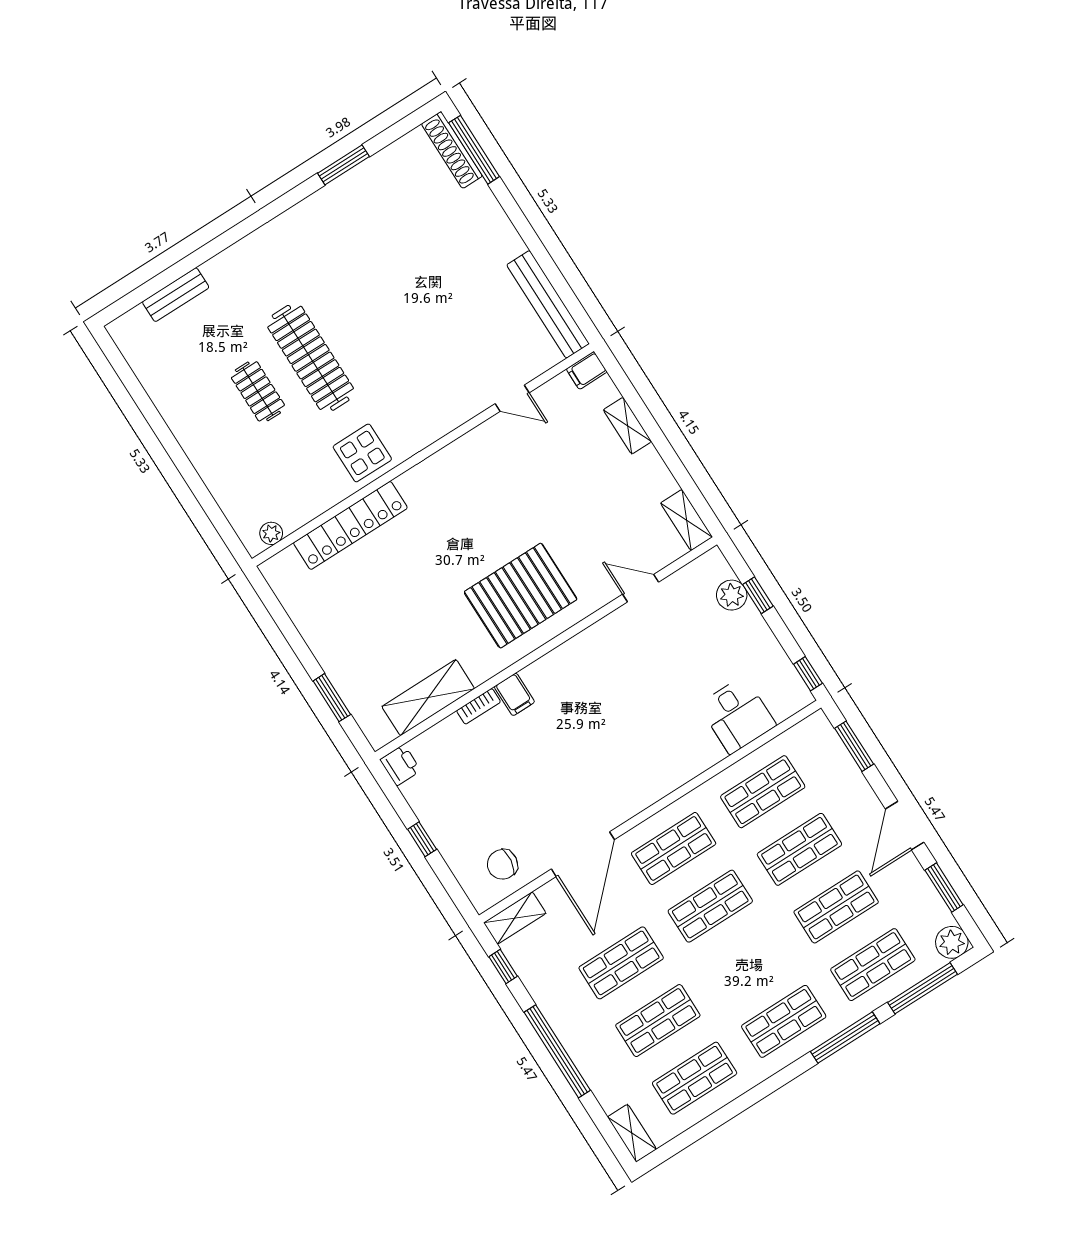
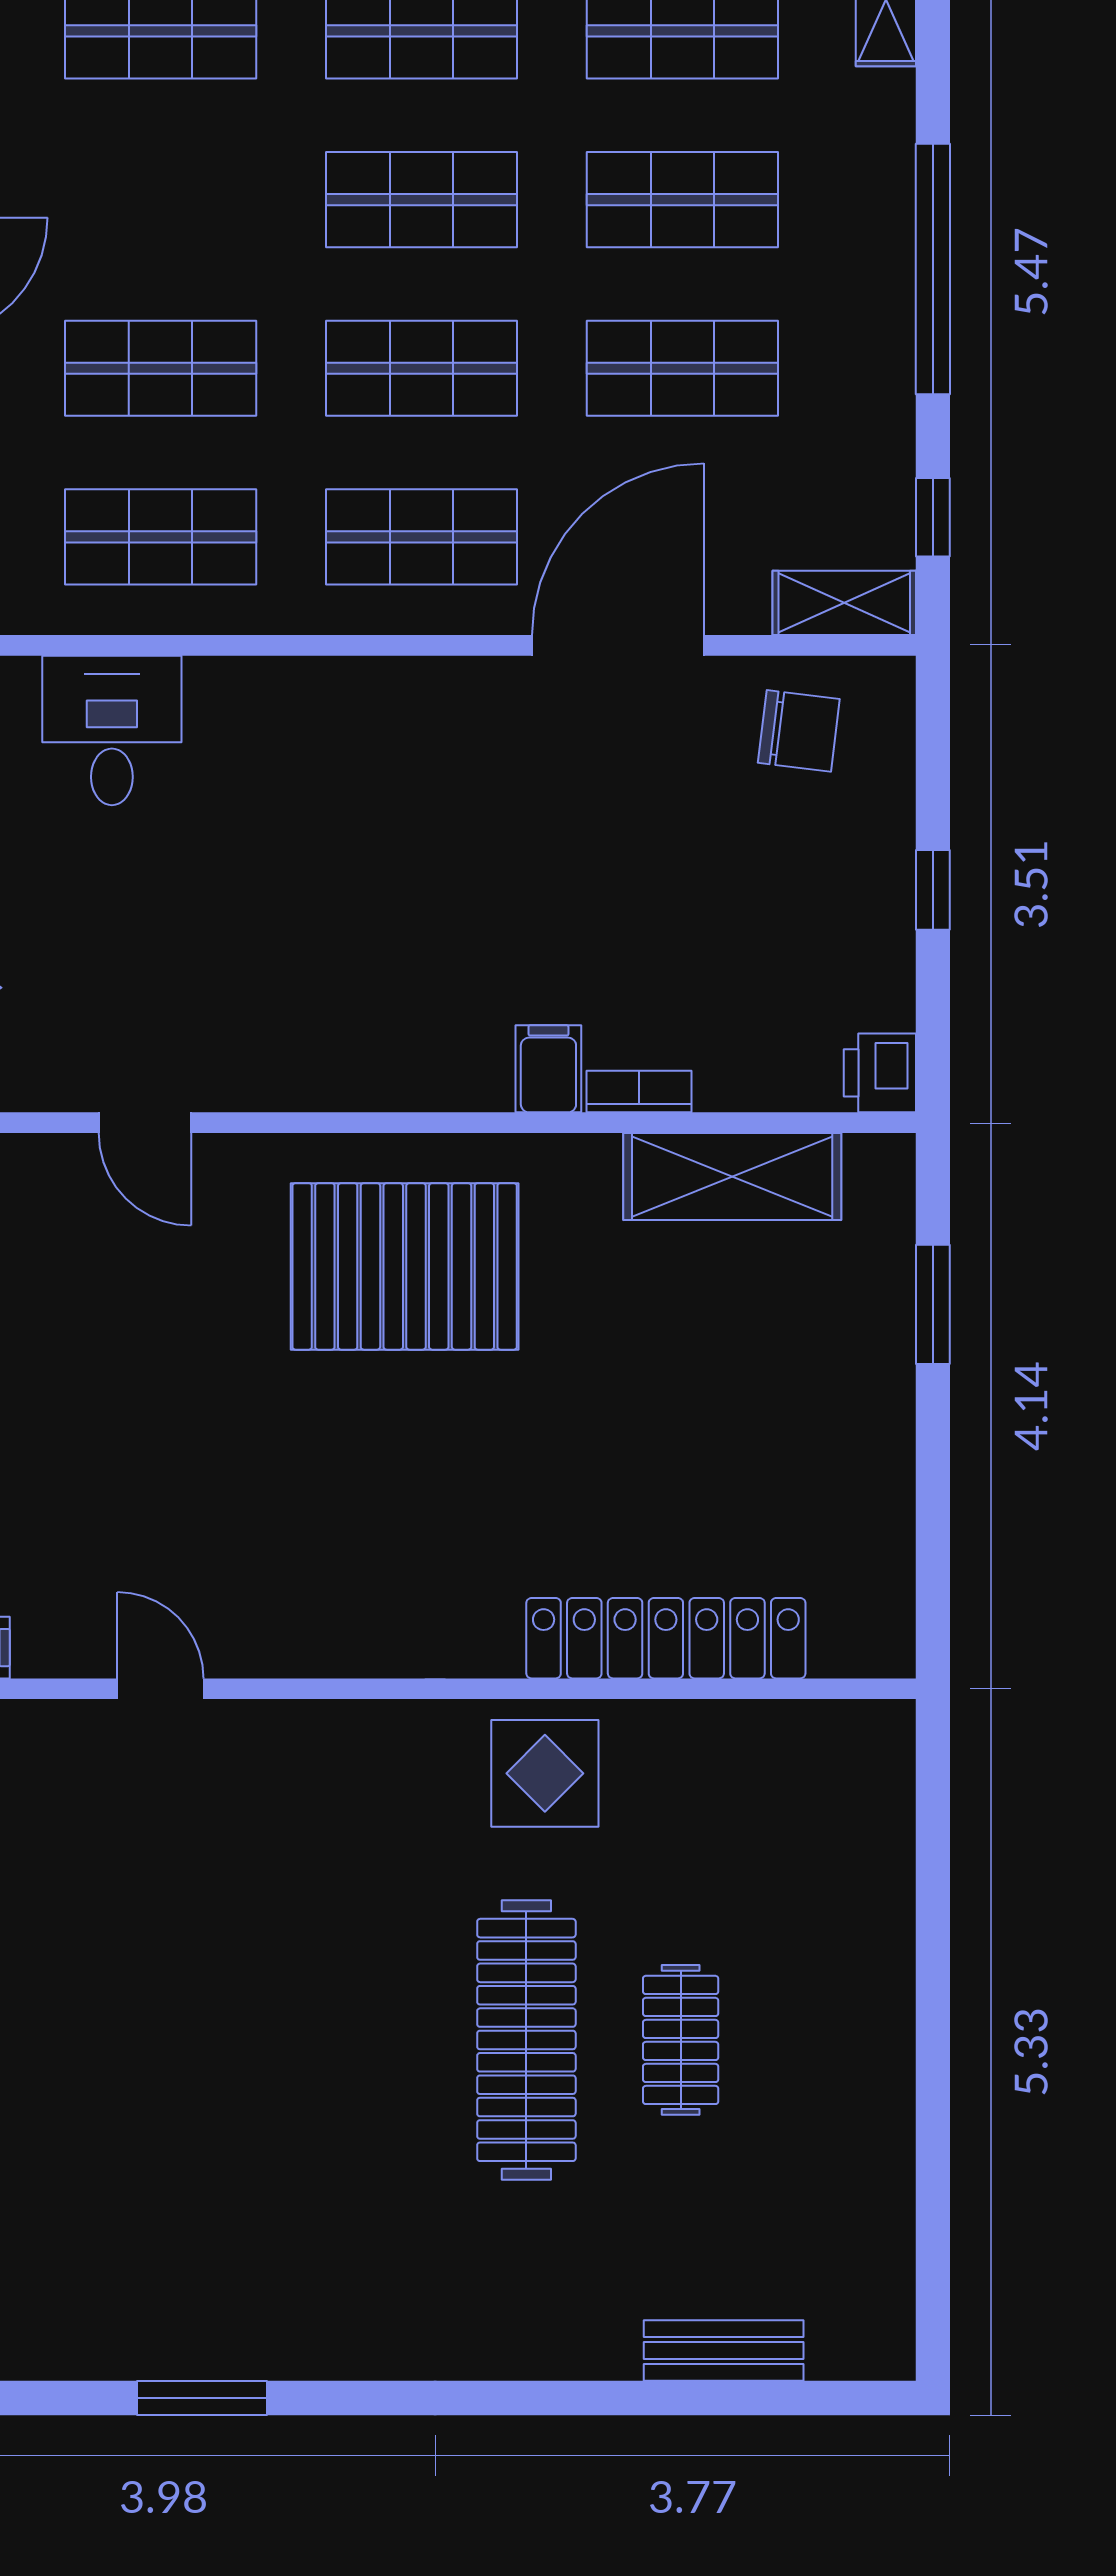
plant: (271, 533) -> (841, 1727), removed
shop shelf: (836, 907) -> (421, 200), moved

